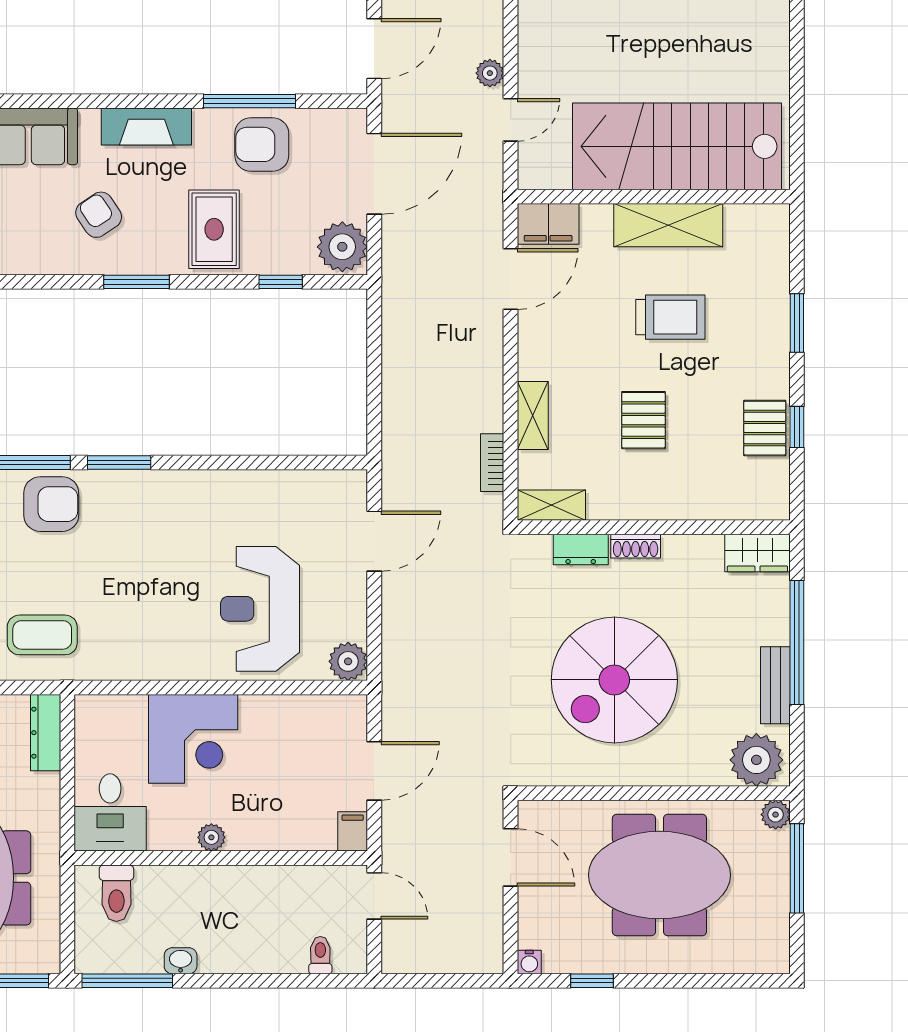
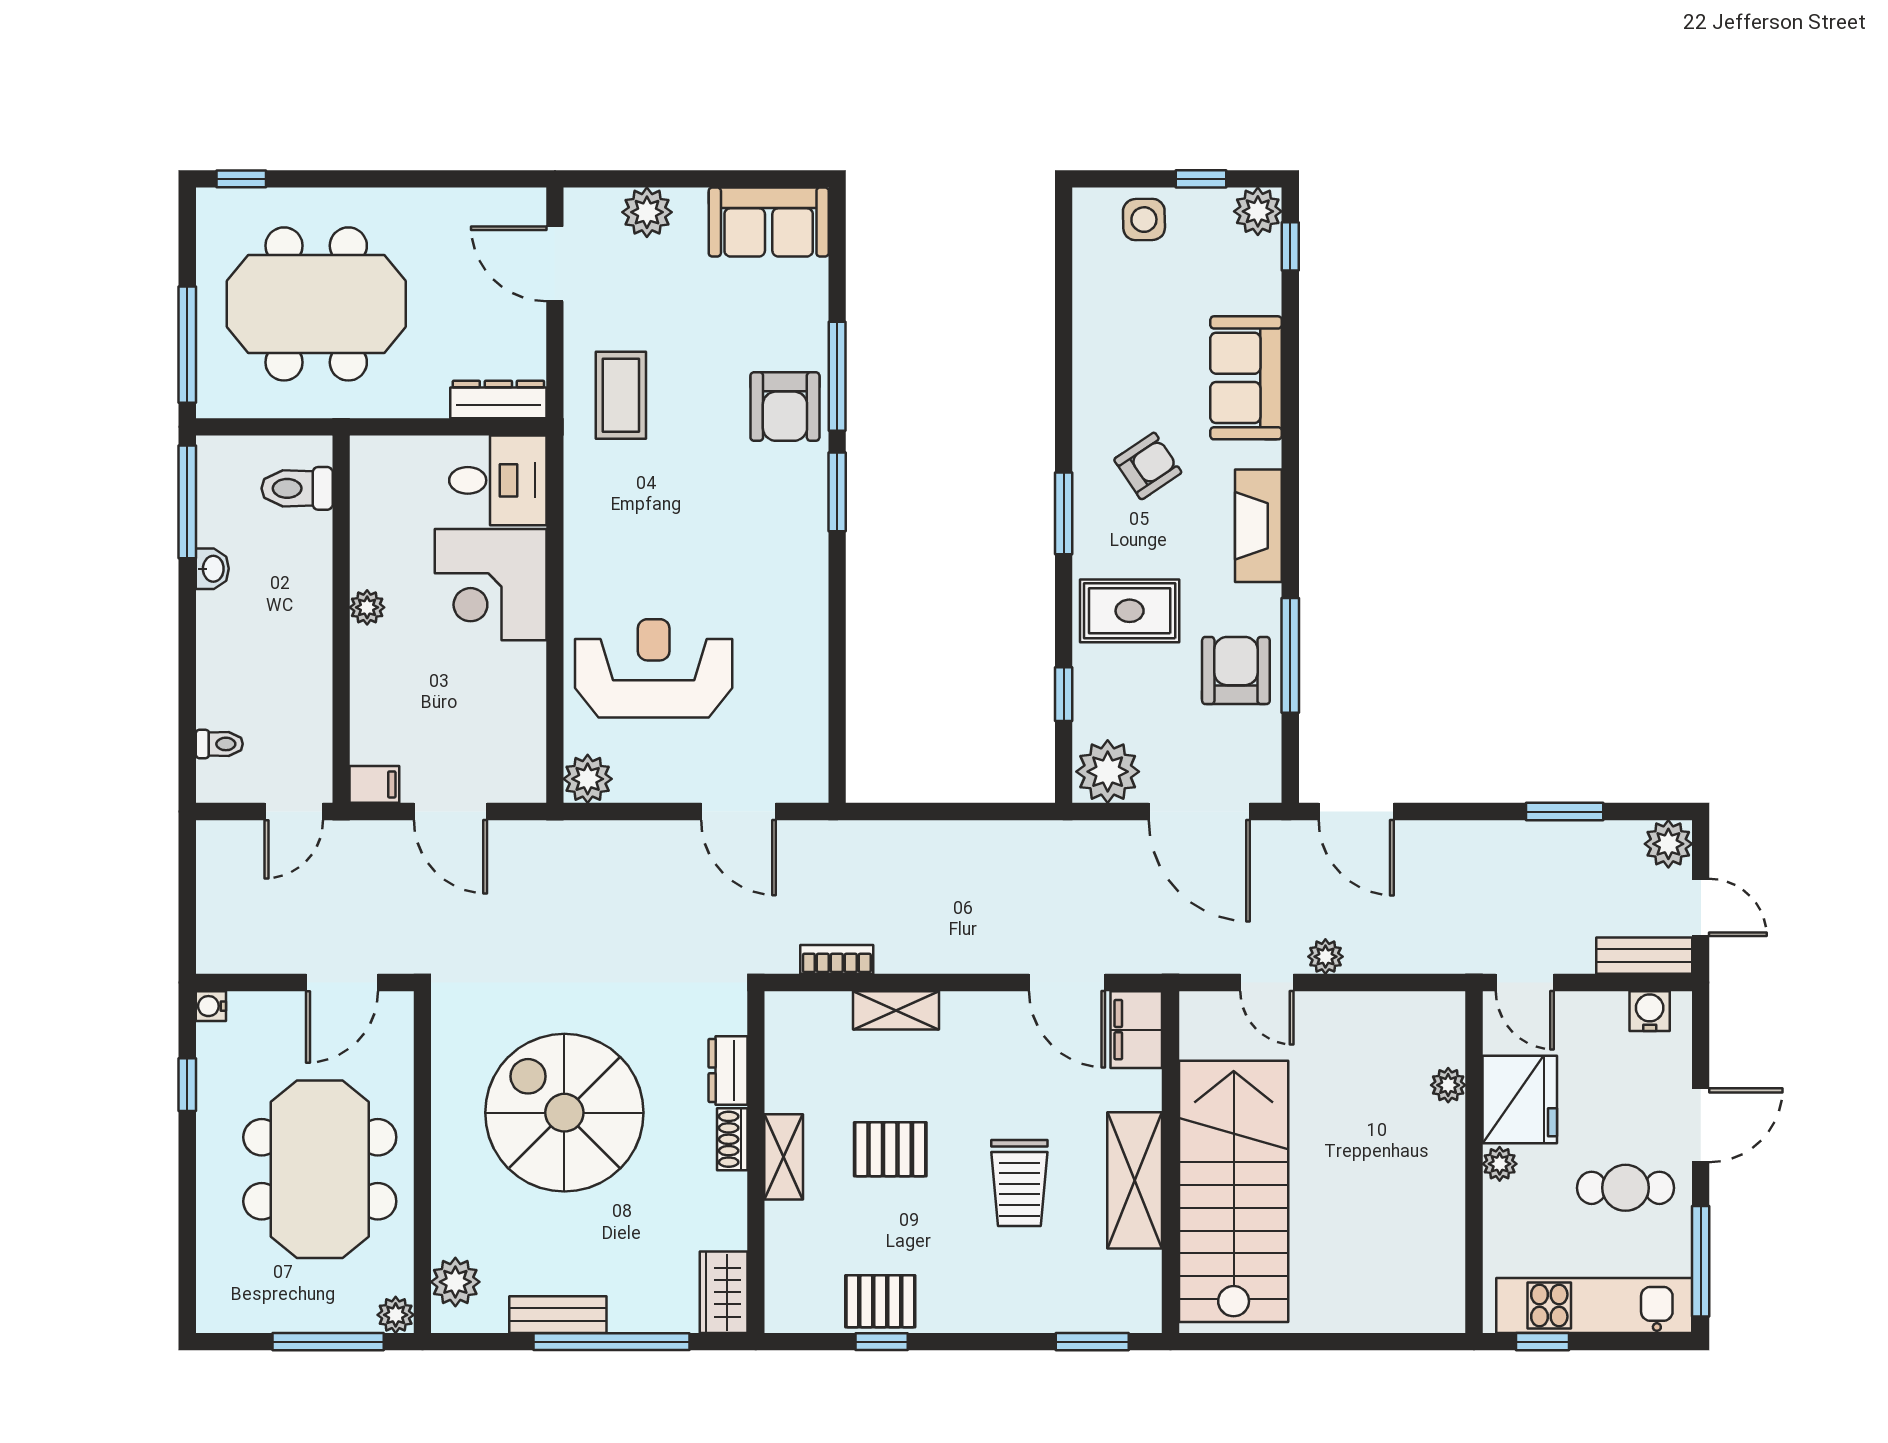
window: (797, 323) -> (1092, 1342), moved
shelving: (551, 505) -> (784, 1157), moved
plant: (756, 760) -> (455, 1282), width x0.73, depth x0.73
desk: (110, 812) -> (498, 480), moved, turned 180

